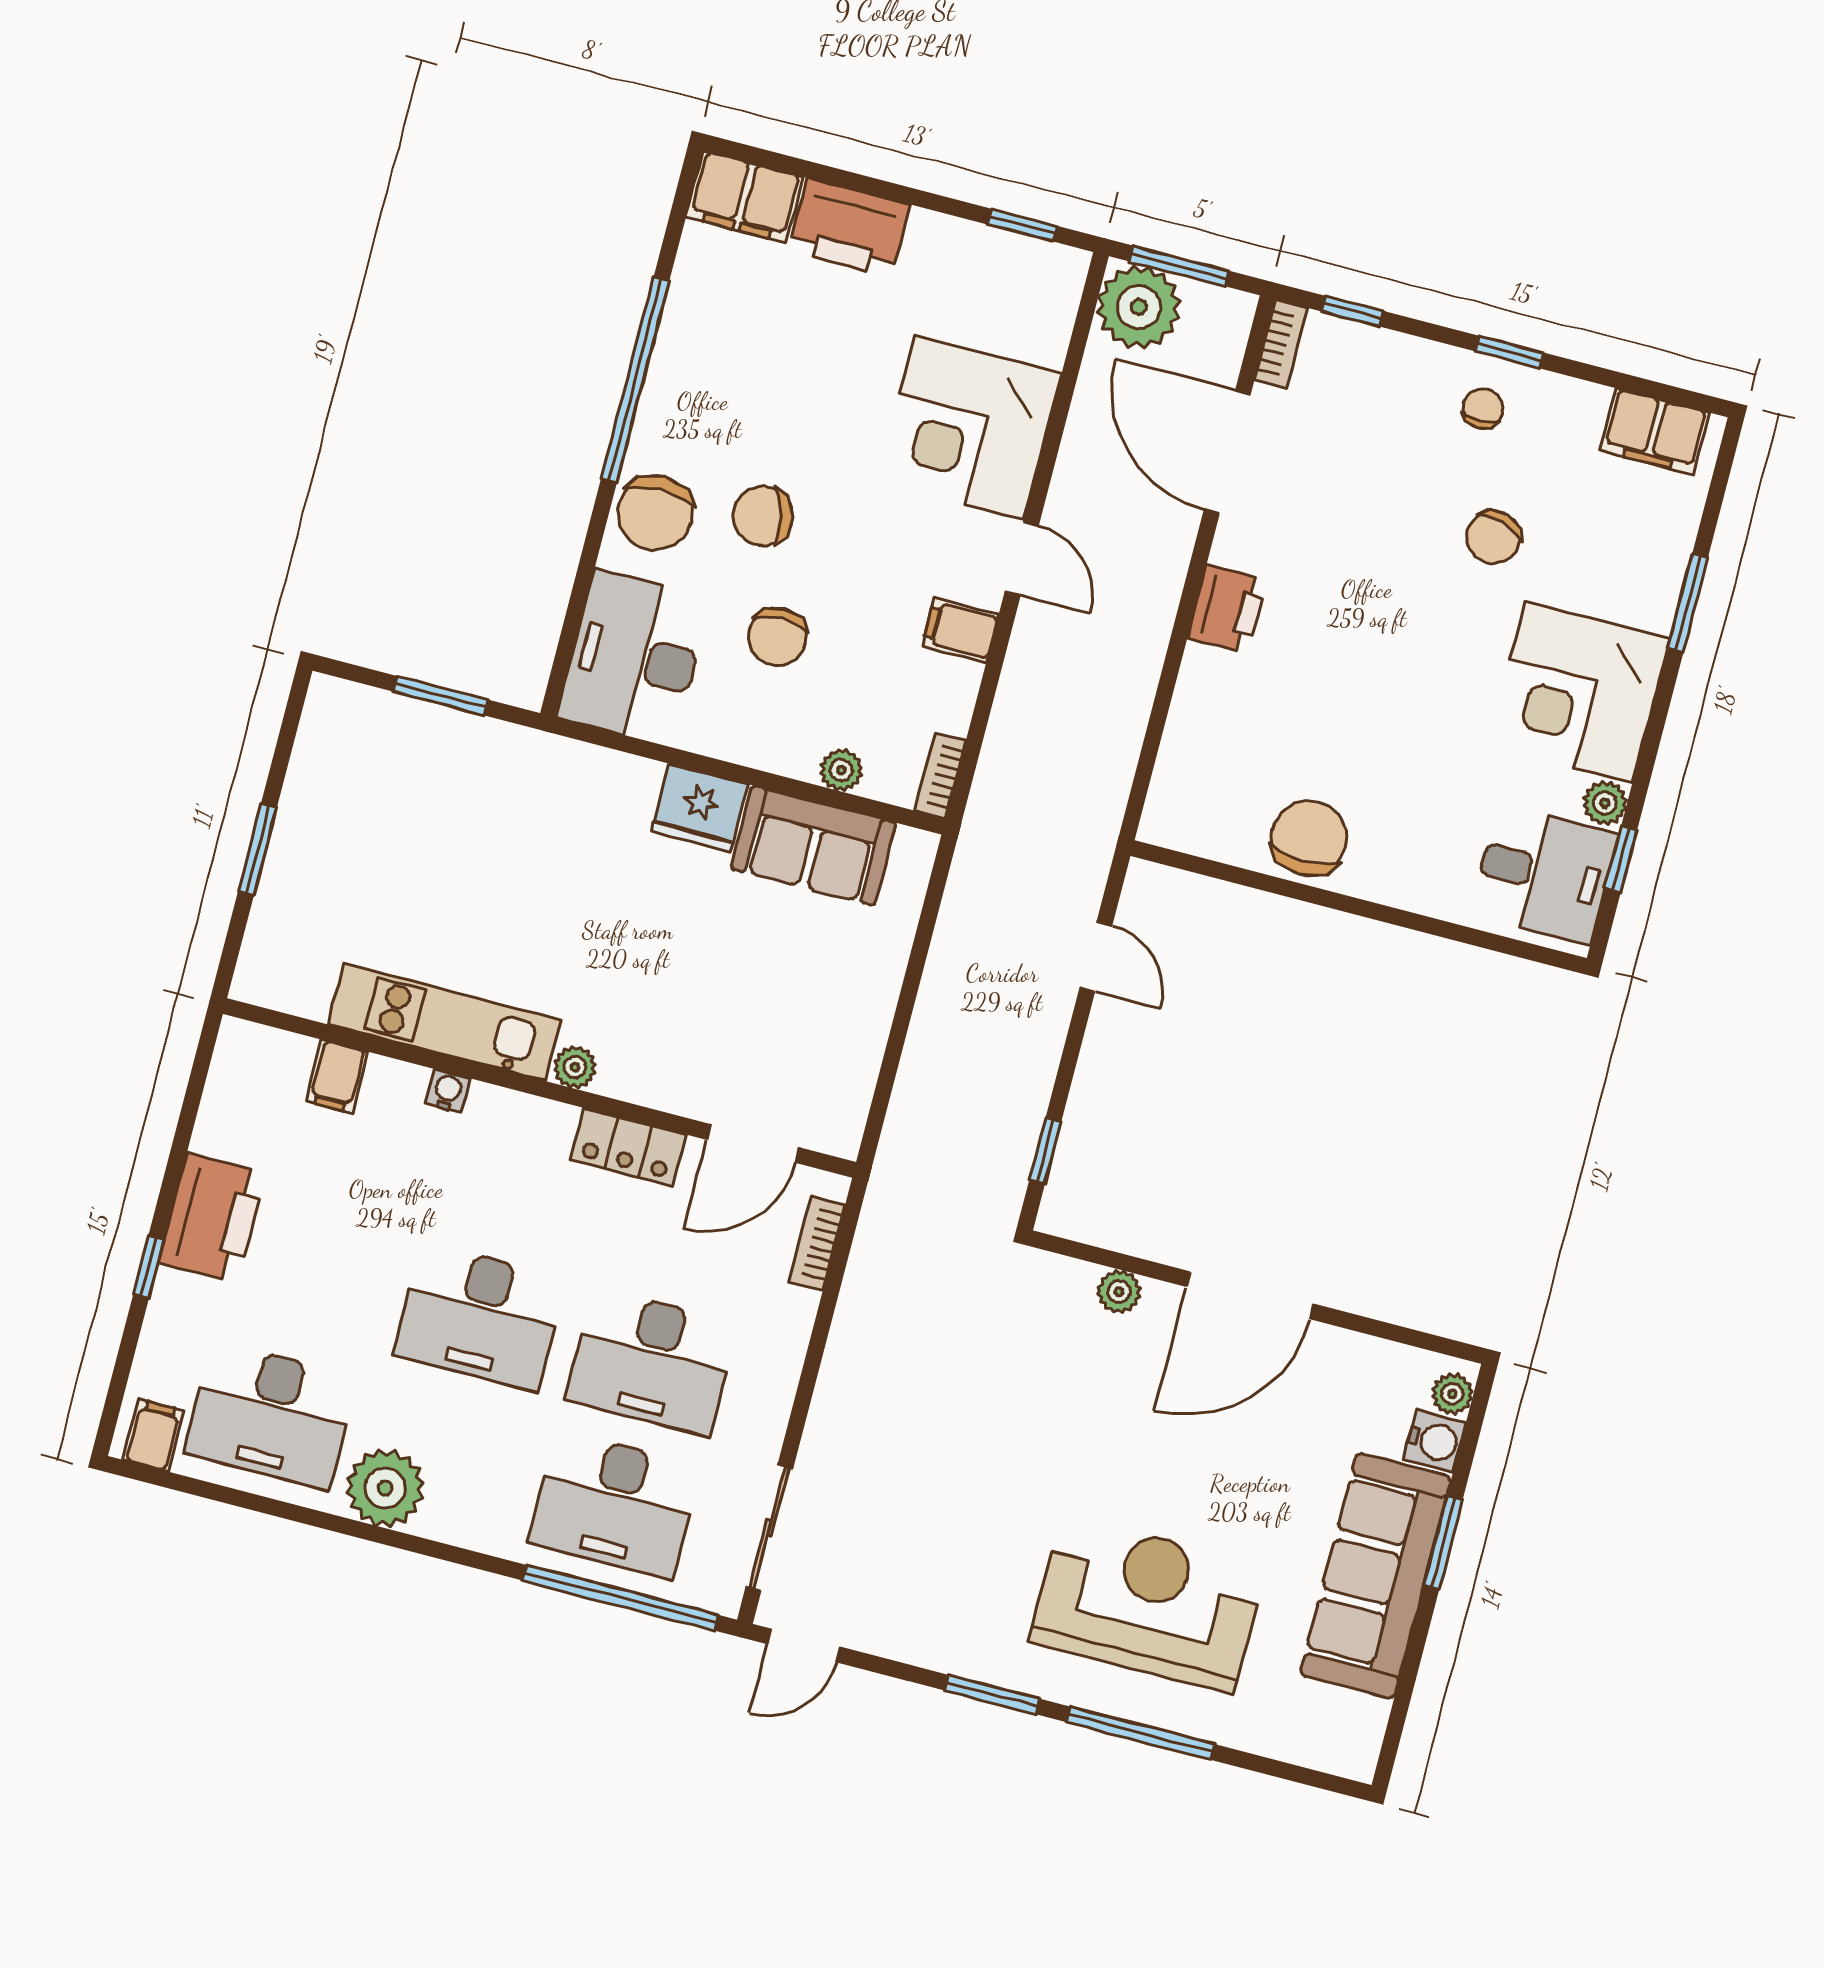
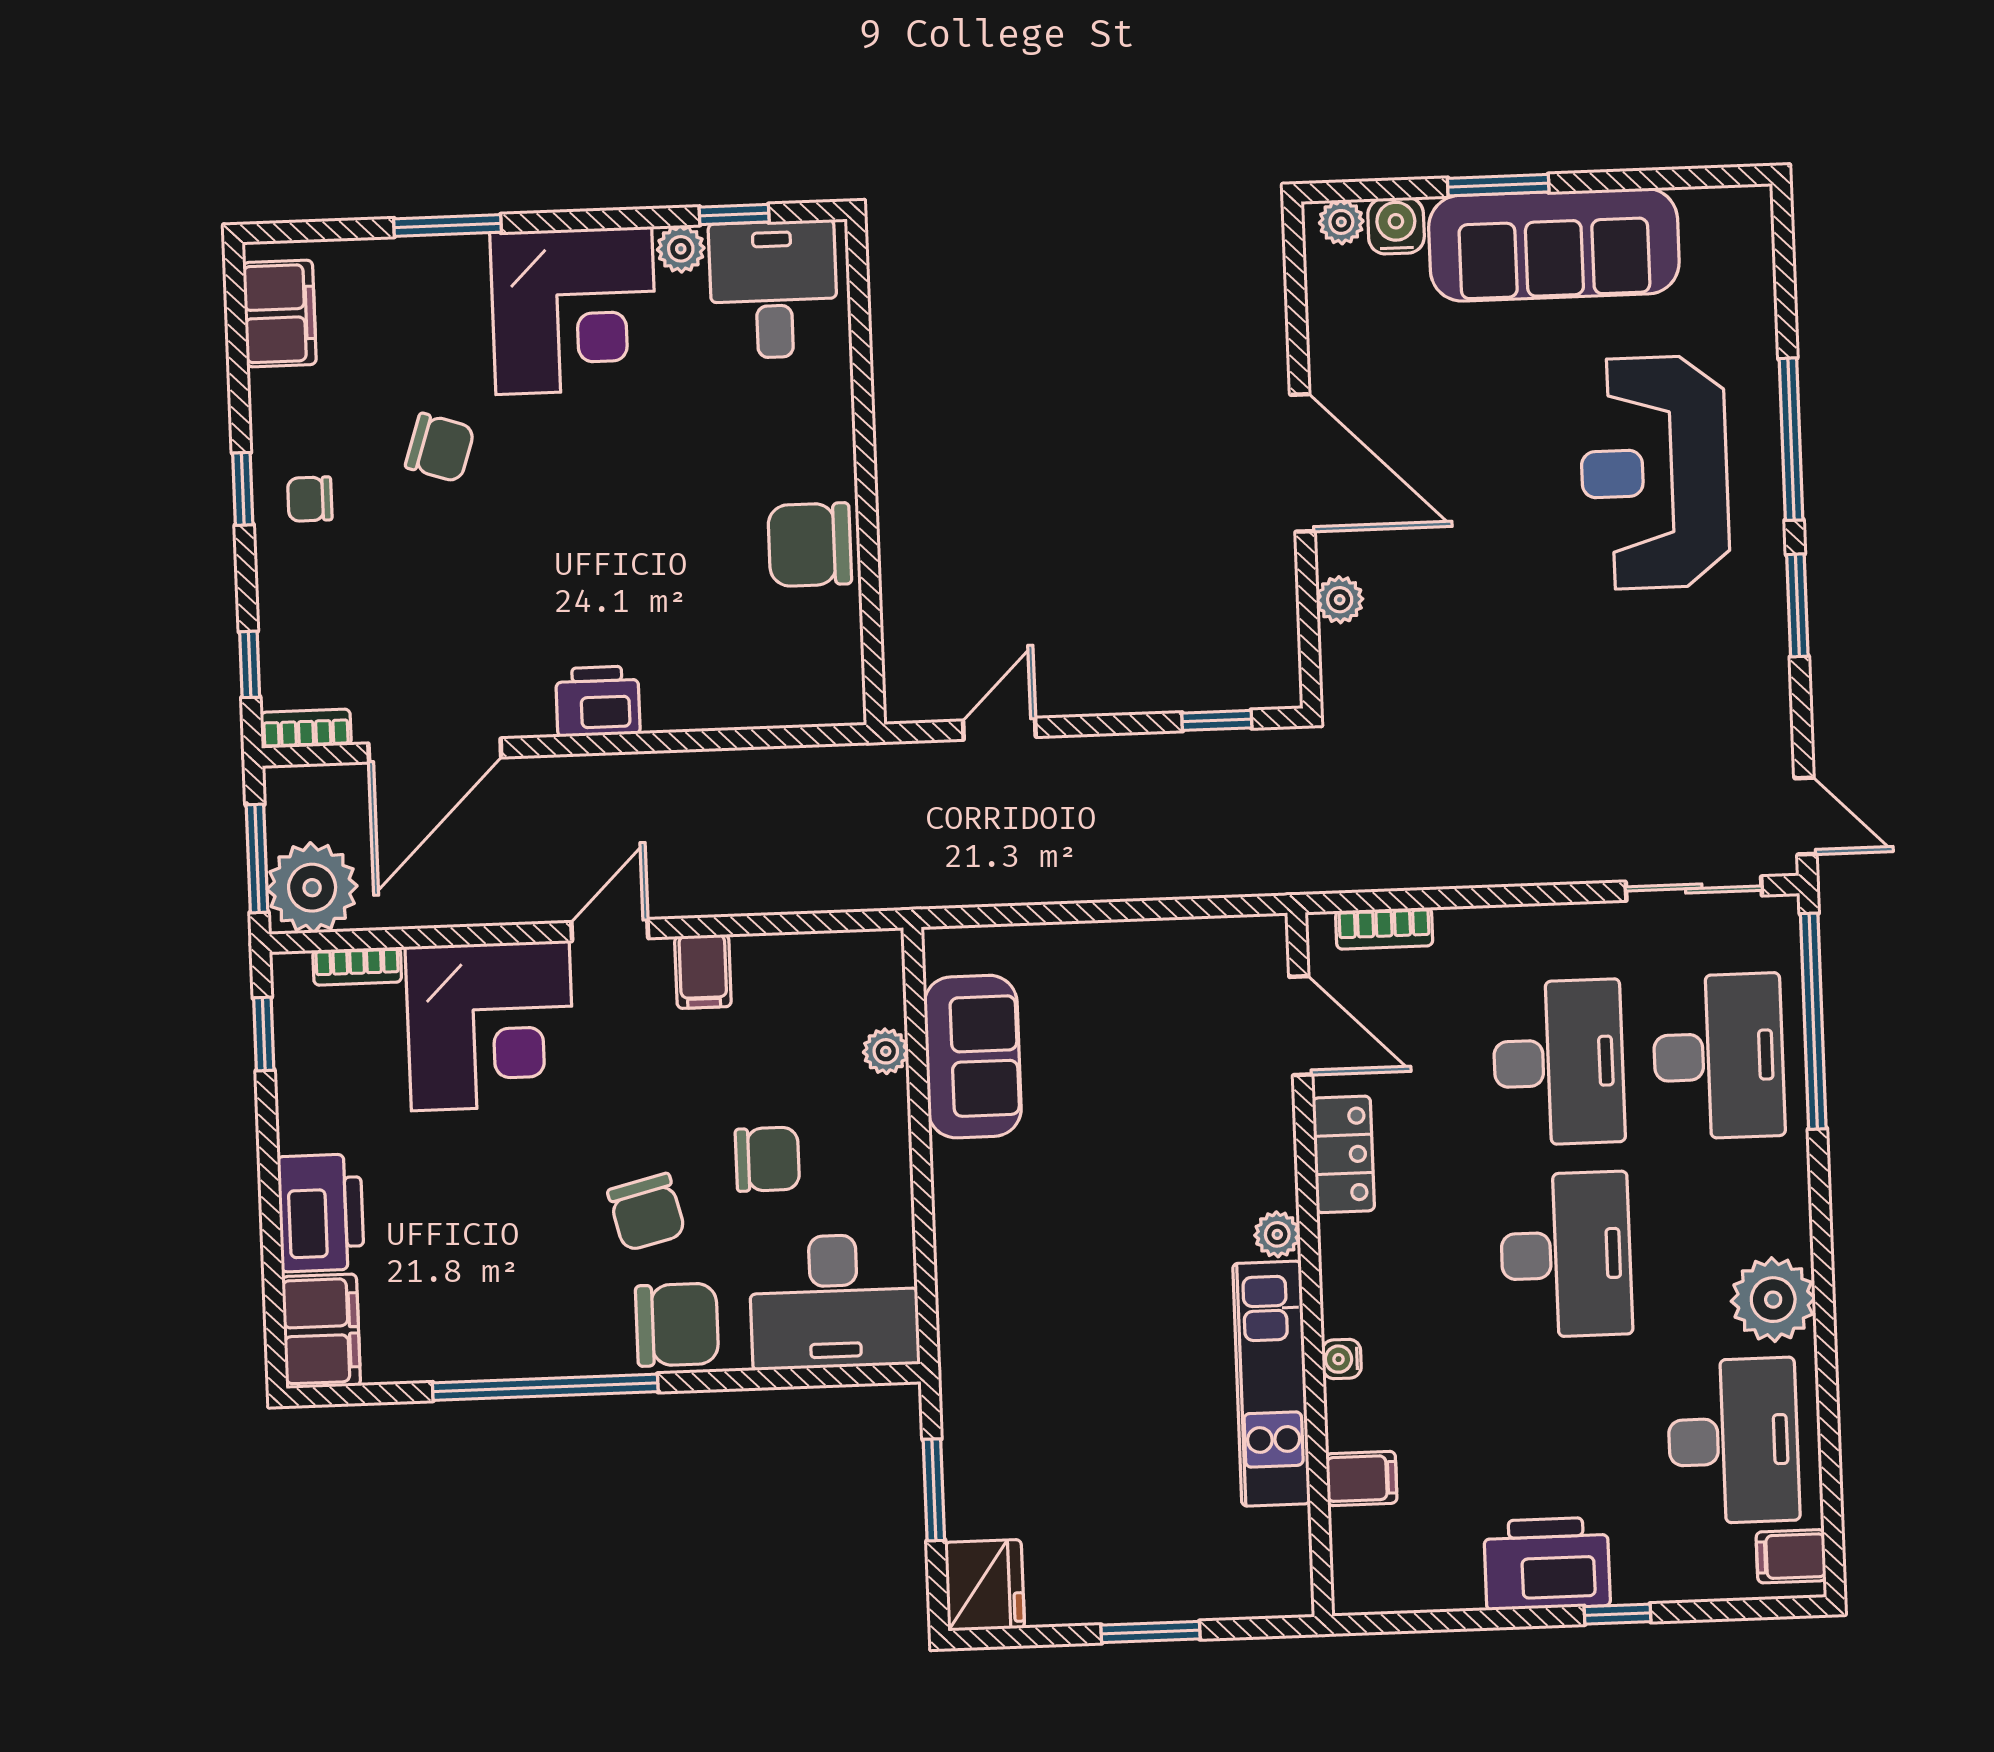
bookcase: (940, 776) -> (357, 966), moved
fridge: (700, 808) -> (985, 1585), moved

